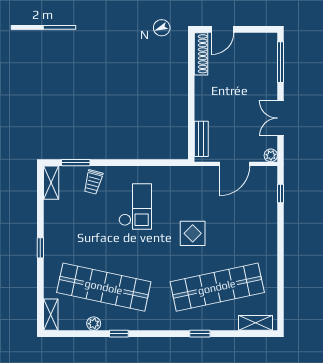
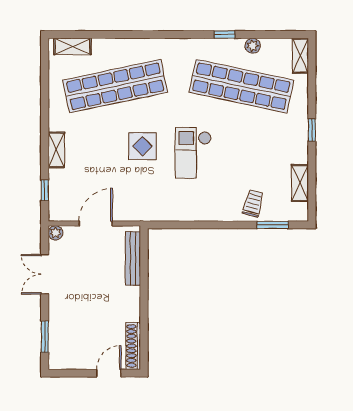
window: (280, 62) -> (45, 337), width x0.69
double door: (280, 118) -> (45, 274), swing flipped
bench: (201, 139) -> (133, 258), width x1.36
shelving: (51, 183) -> (300, 183), moved
checkout: (135, 207) -> (193, 153), moved
shelving: (270, 230) -> (56, 150), added
window: (200, 334) -> (134, 35), removed

